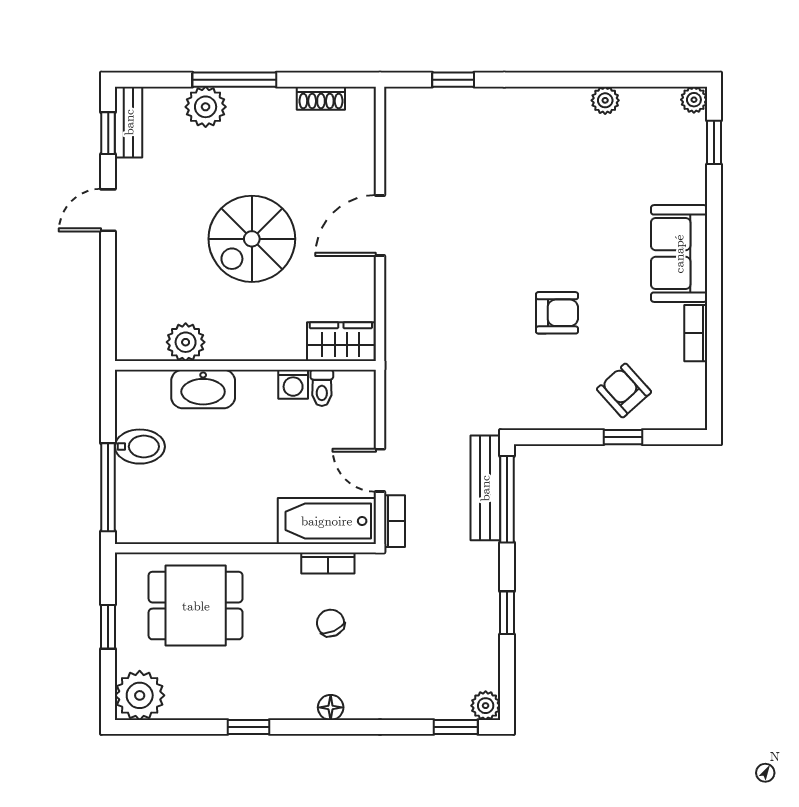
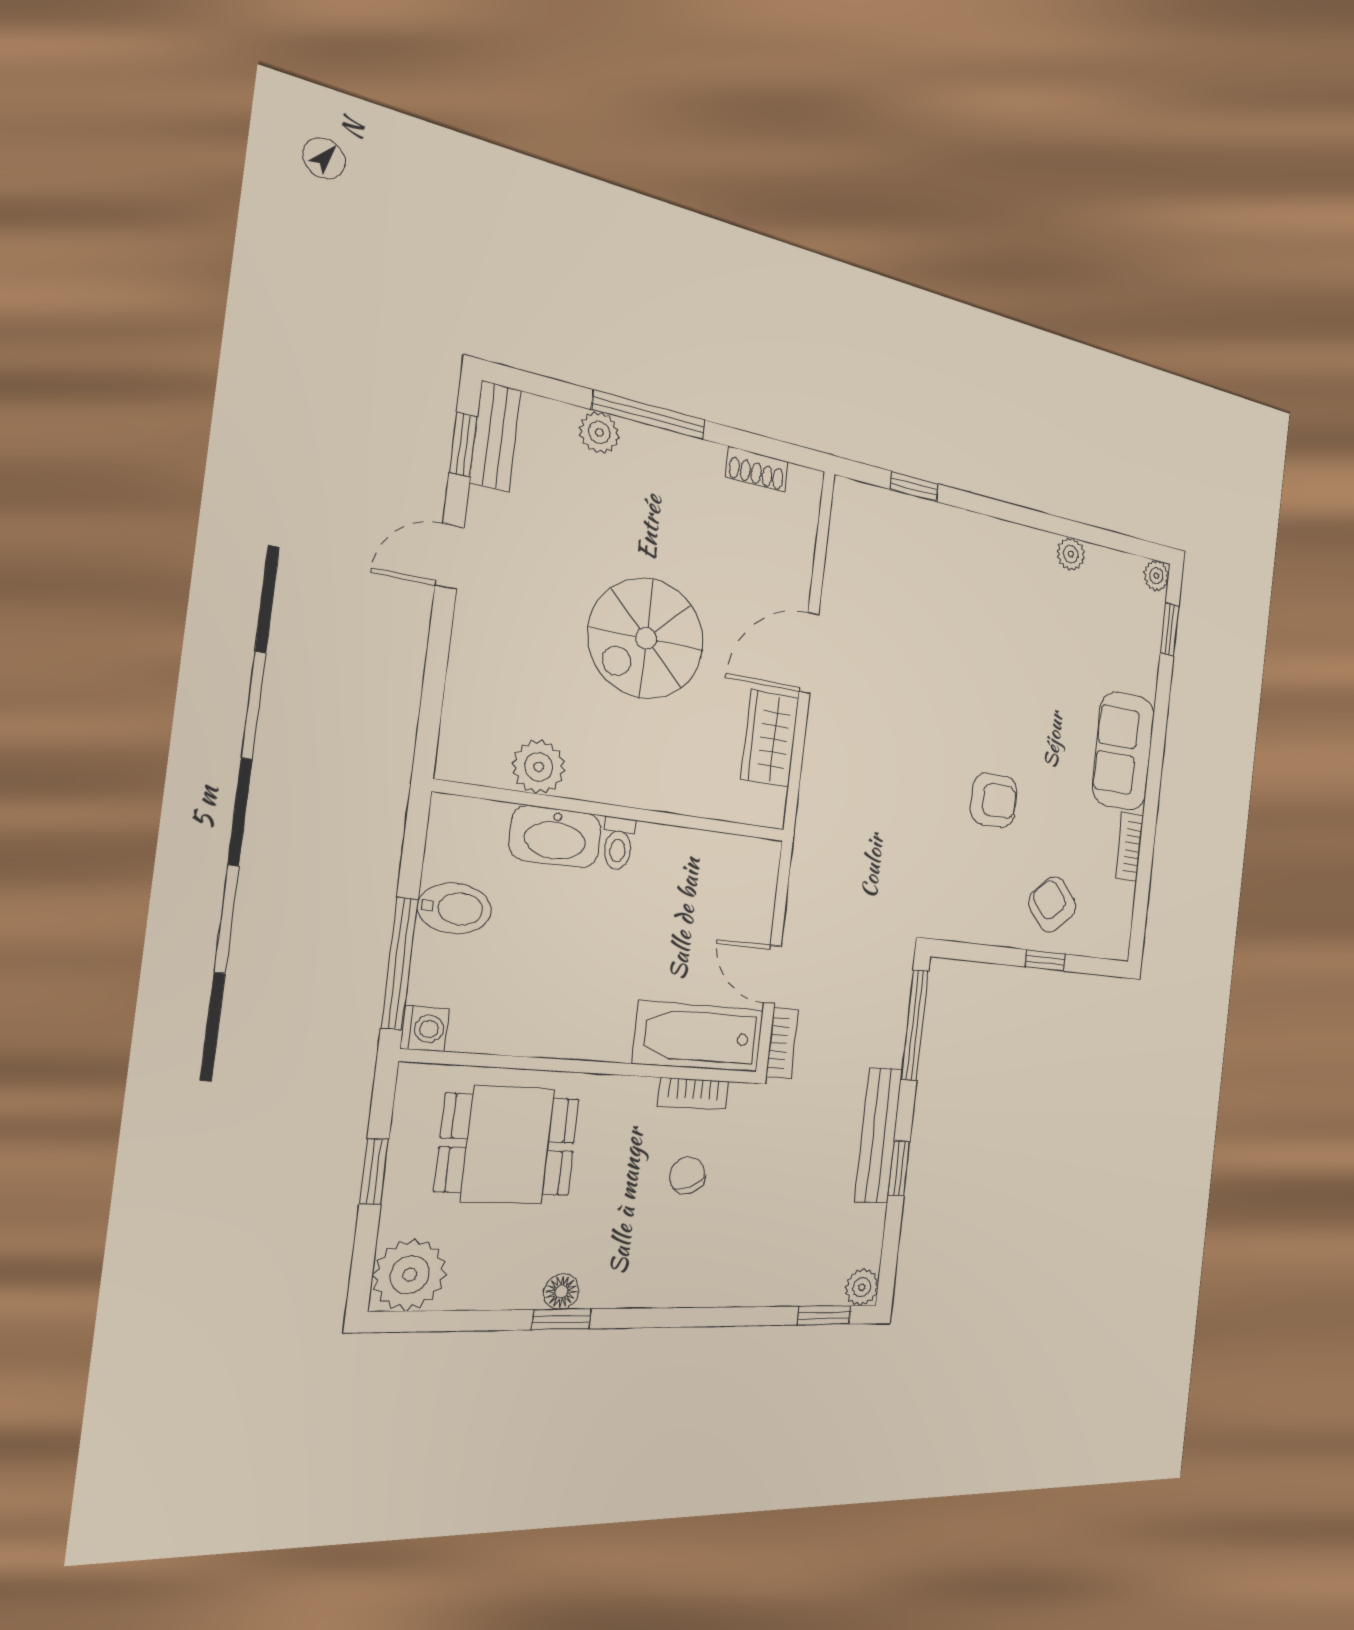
plant: (206, 107) -> (599, 433), width x0.73, depth x0.73
wardrobe: (341, 342) -> (770, 739), moved, turned -90
washing machine: (293, 384) -> (425, 1029), moved, turned -90
toilet: (322, 388) -> (618, 843), moved
bench: (485, 488) -> (878, 1135), moved
floor lamp: (331, 707) -> (561, 1292), moved

